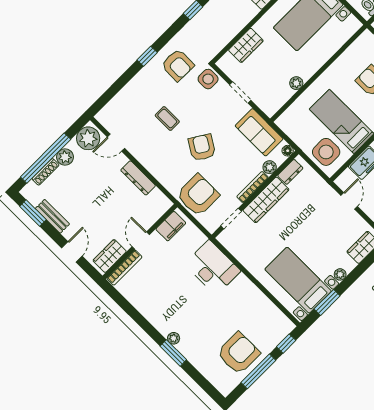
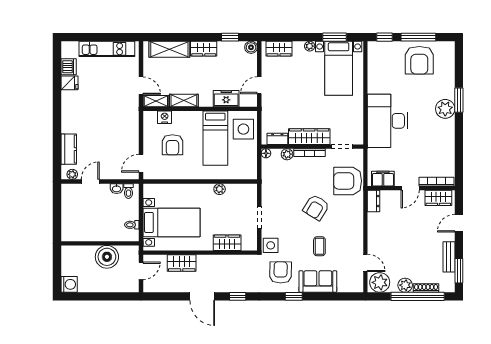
sofa: (259, 132) -> (318, 281), moved, turned -90
dresser: (138, 178) -> (373, 201), moved, width x0.70
desk: (213, 268) -> (387, 121), width x1.36, depth x1.30
plant: (174, 338) -> (445, 109), width x1.88, depth x1.88
armchair: (239, 353) -> (419, 60), turned -90

